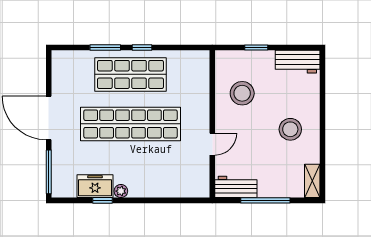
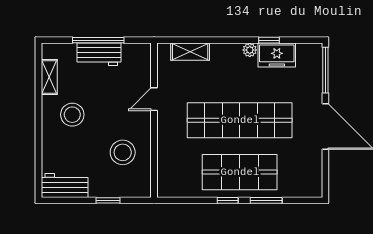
shelving: (312, 181) -> (49, 77), moved
workbench: (236, 187) -> (99, 54), moved
shelving: (178, 189) -> (190, 52), added

